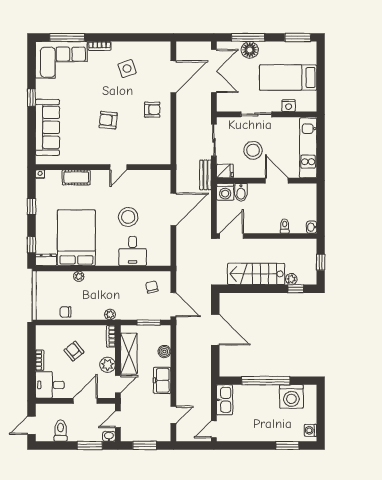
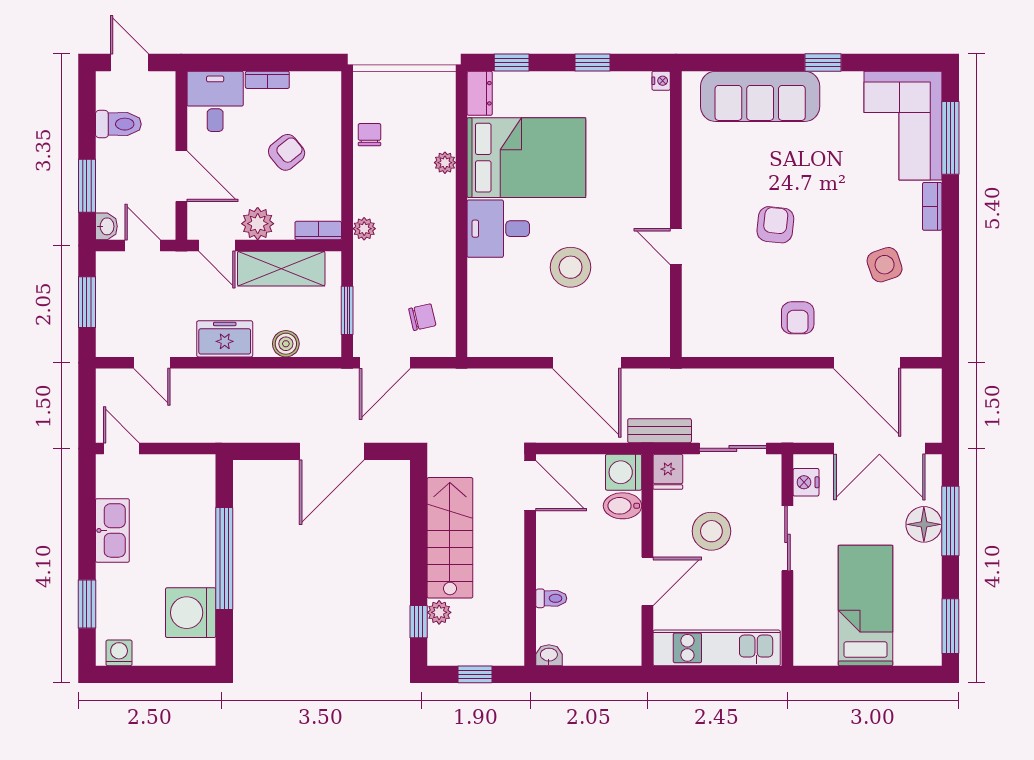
nightstand: (289, 106) -> (806, 482), moved
cot: (76, 177) -> (654, 157), removed
desk: (133, 251) -> (498, 229), moved
kitchen sink: (225, 400) -> (112, 530), moved, turned -90

